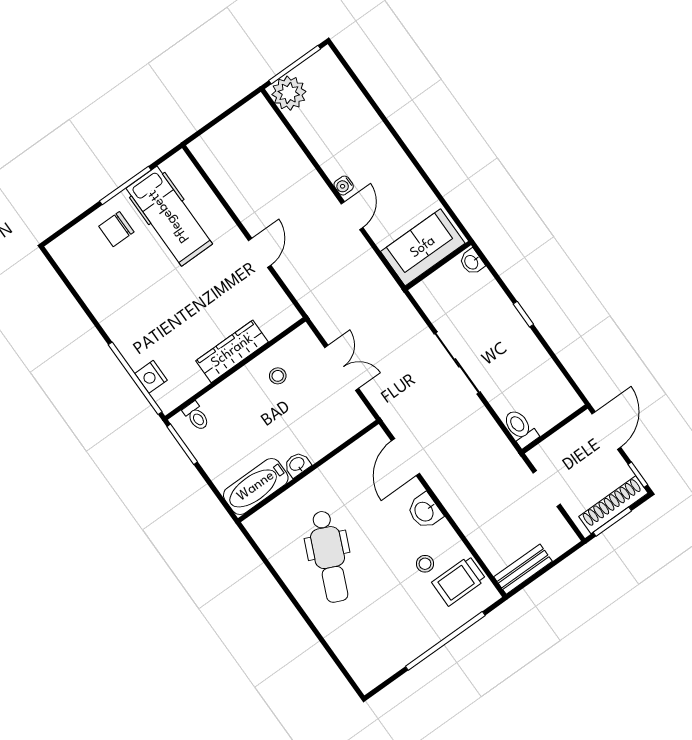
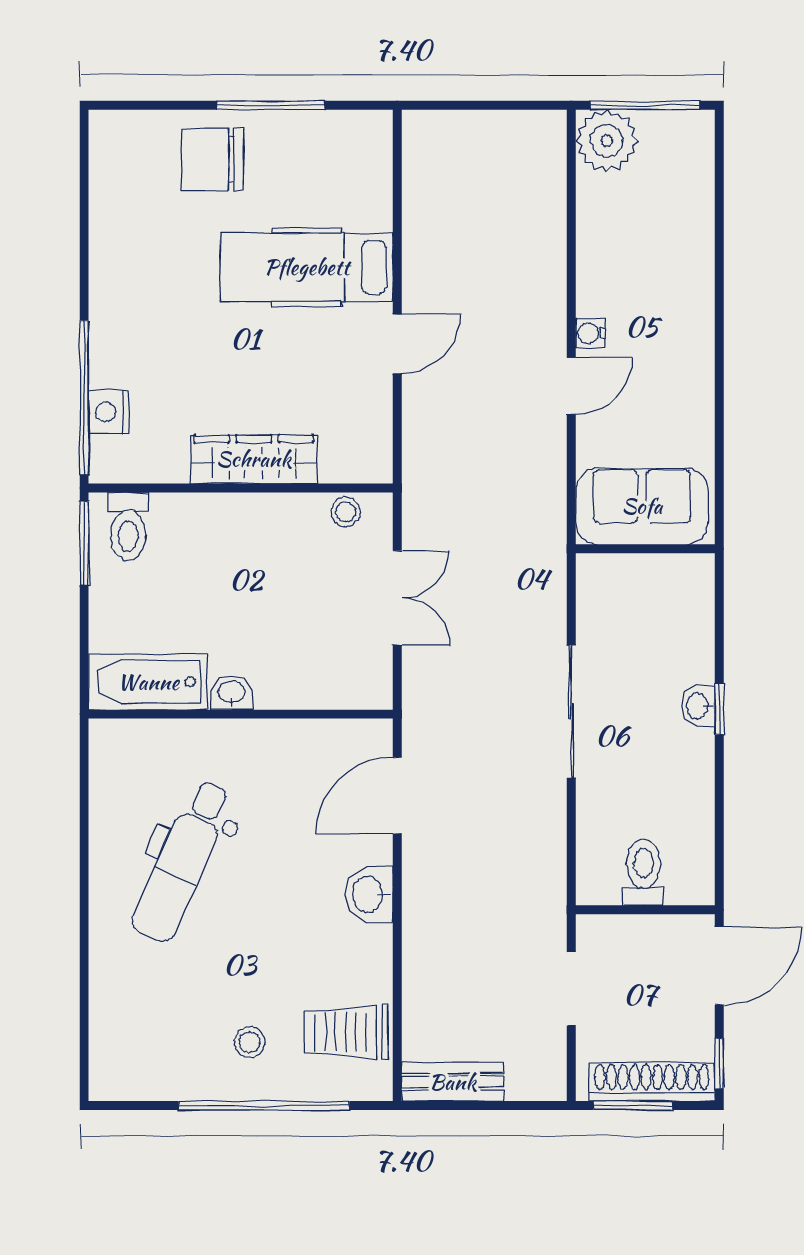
hospital bed: (169, 216) -> (307, 267), moved, turned 90
chair: (116, 229) -> (212, 160), width x1.37, depth x1.37
washbasin: (472, 262) -> (698, 706), moved
stool: (278, 376) -> (346, 512), moved
toilet: (196, 416) -> (128, 526), width x1.37, depth x1.39
toilet: (520, 428) -> (644, 873), moved
stool: (425, 564) -> (250, 1042), moved

